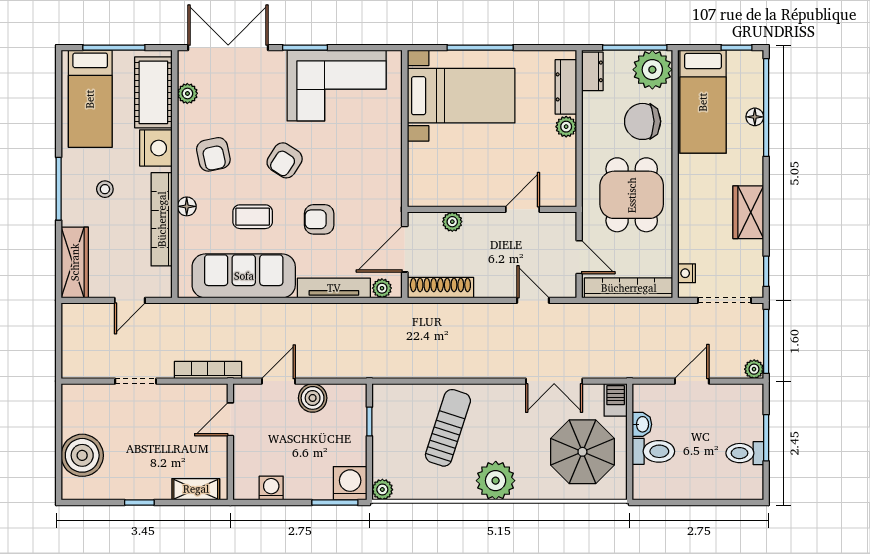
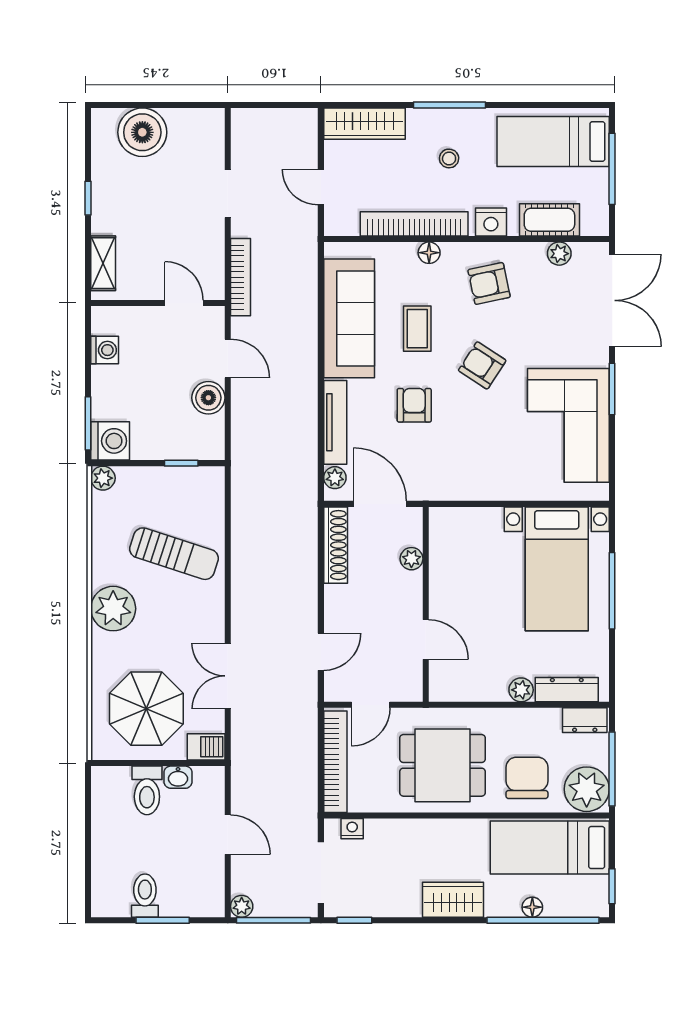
cot: (153, 92) -> (549, 220), width x0.73, depth x0.75
nightstand: (156, 148) -> (491, 222), width x0.74, depth x0.75
wardrobe: (748, 212) -> (453, 900), moved

